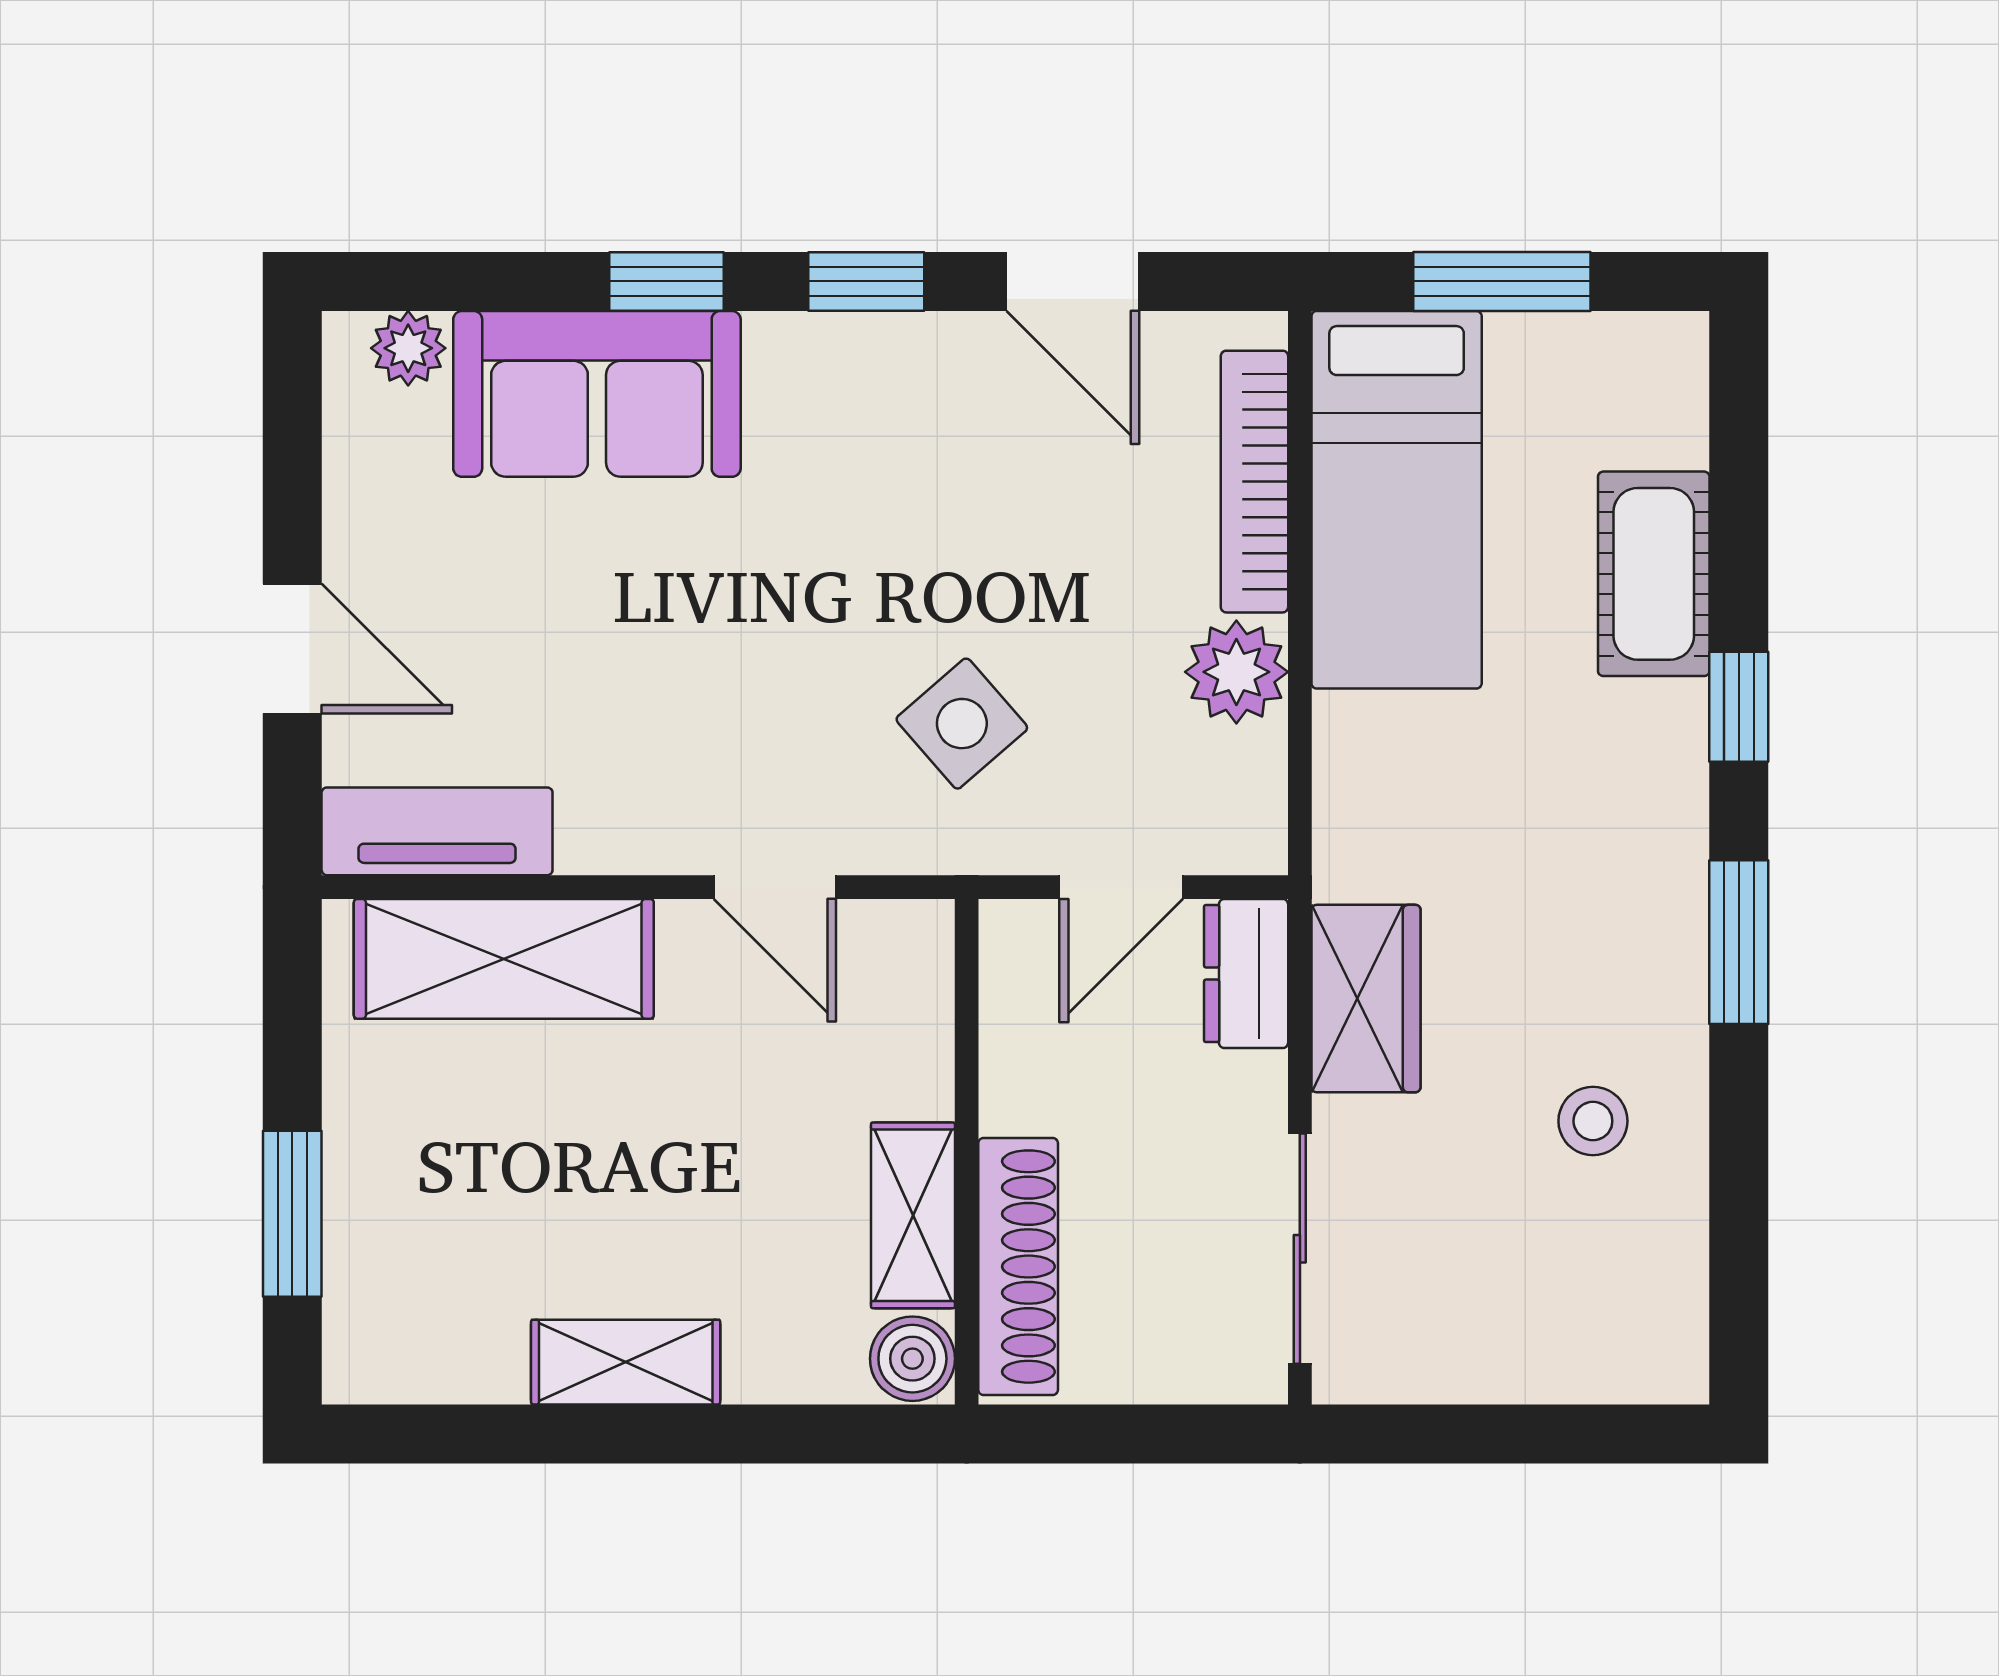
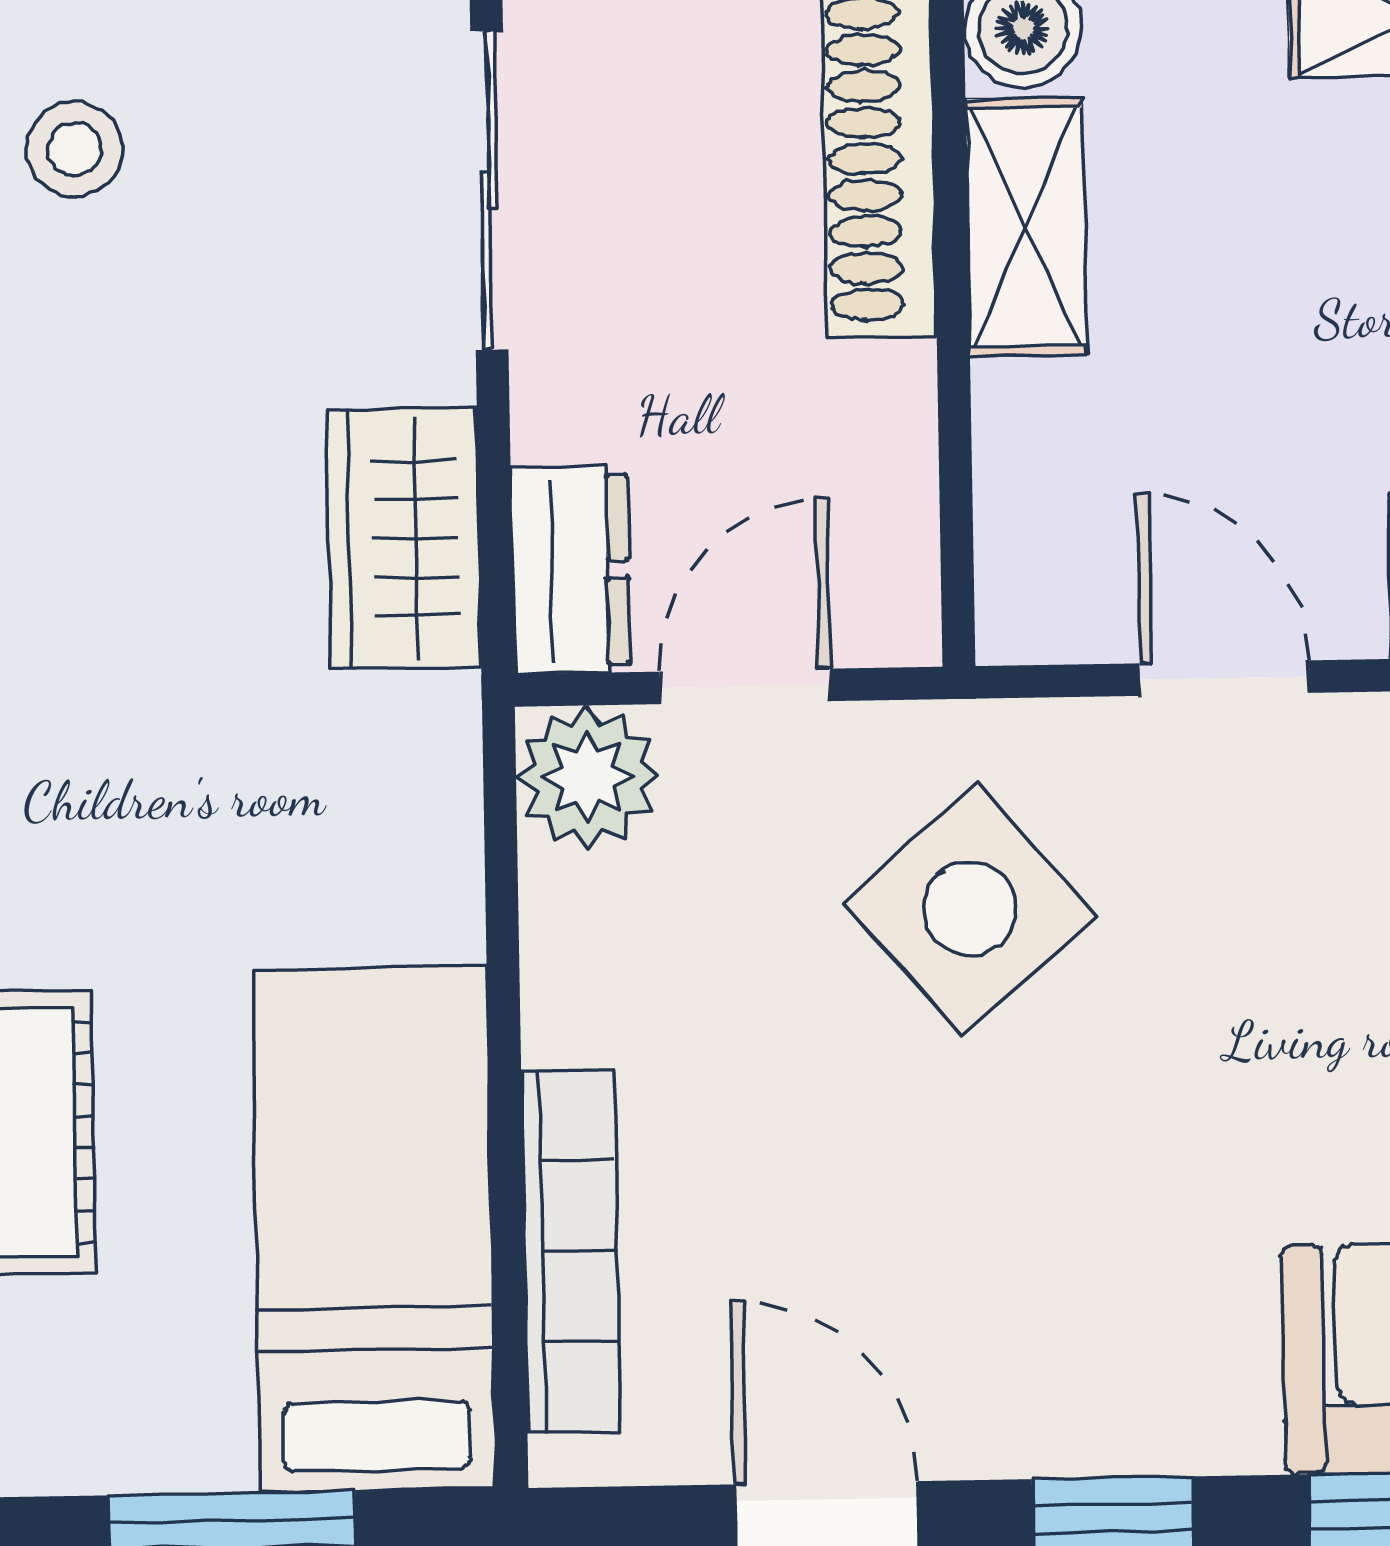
plant: (1236, 672) -> (587, 777), moved
side table: (962, 724) -> (970, 909), width x1.37, depth x1.37
stool: (1593, 1121) -> (75, 149), moved

